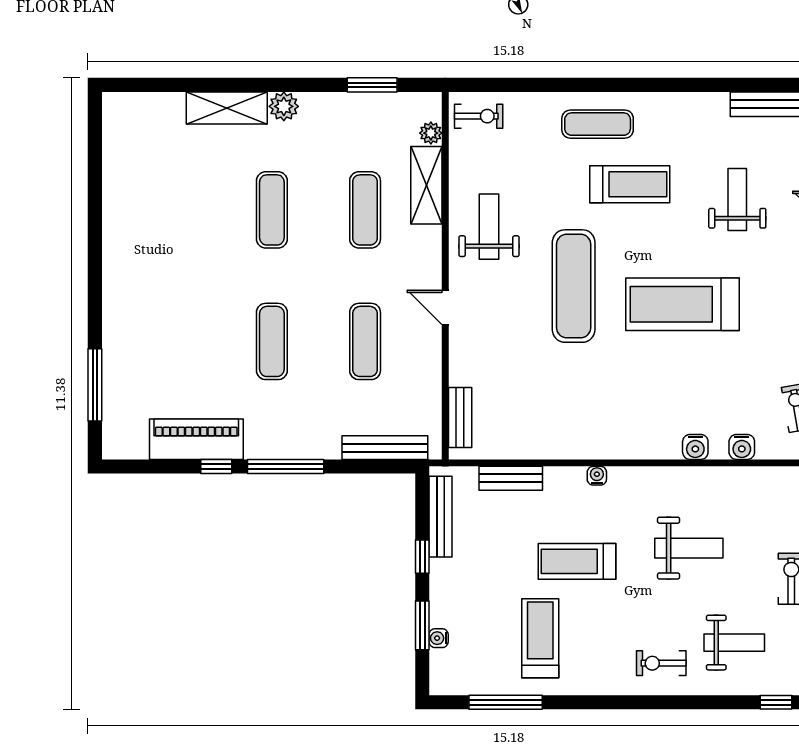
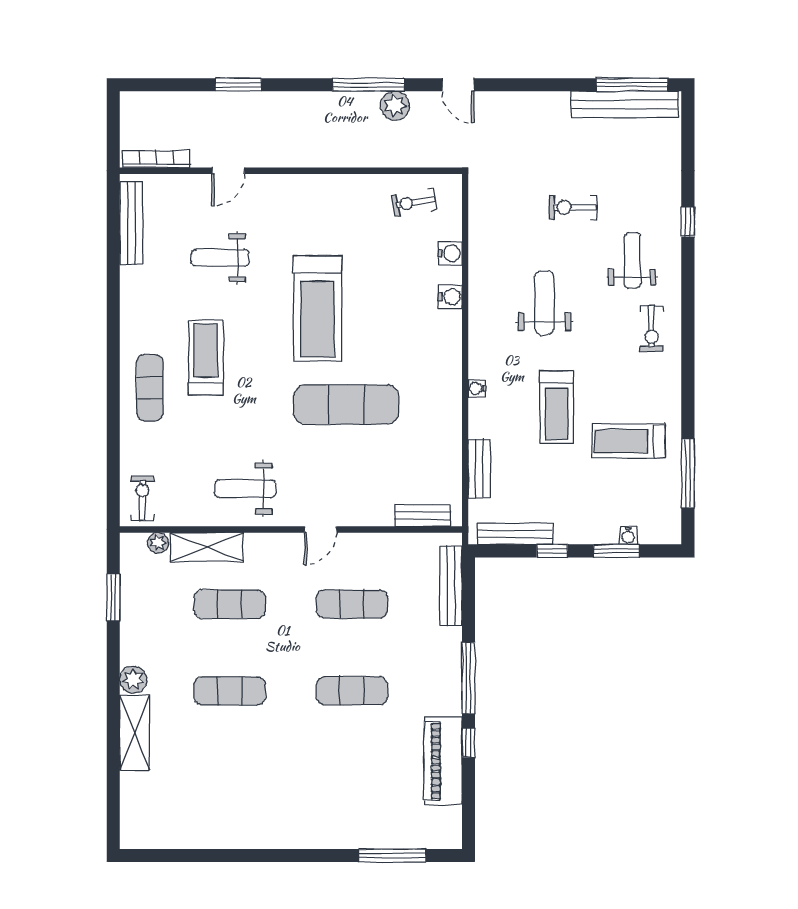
exercise mat: (574, 286) -> (346, 404), moved

